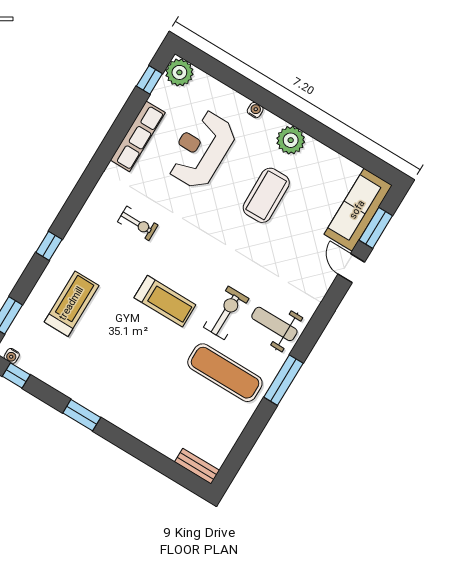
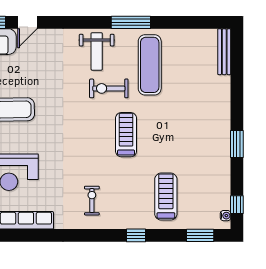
exercise bike: (138, 223) -> (92, 201), moved
treadmill: (72, 304) -> (166, 197), turned 90
bench: (197, 466) -> (224, 52), width x1.36

